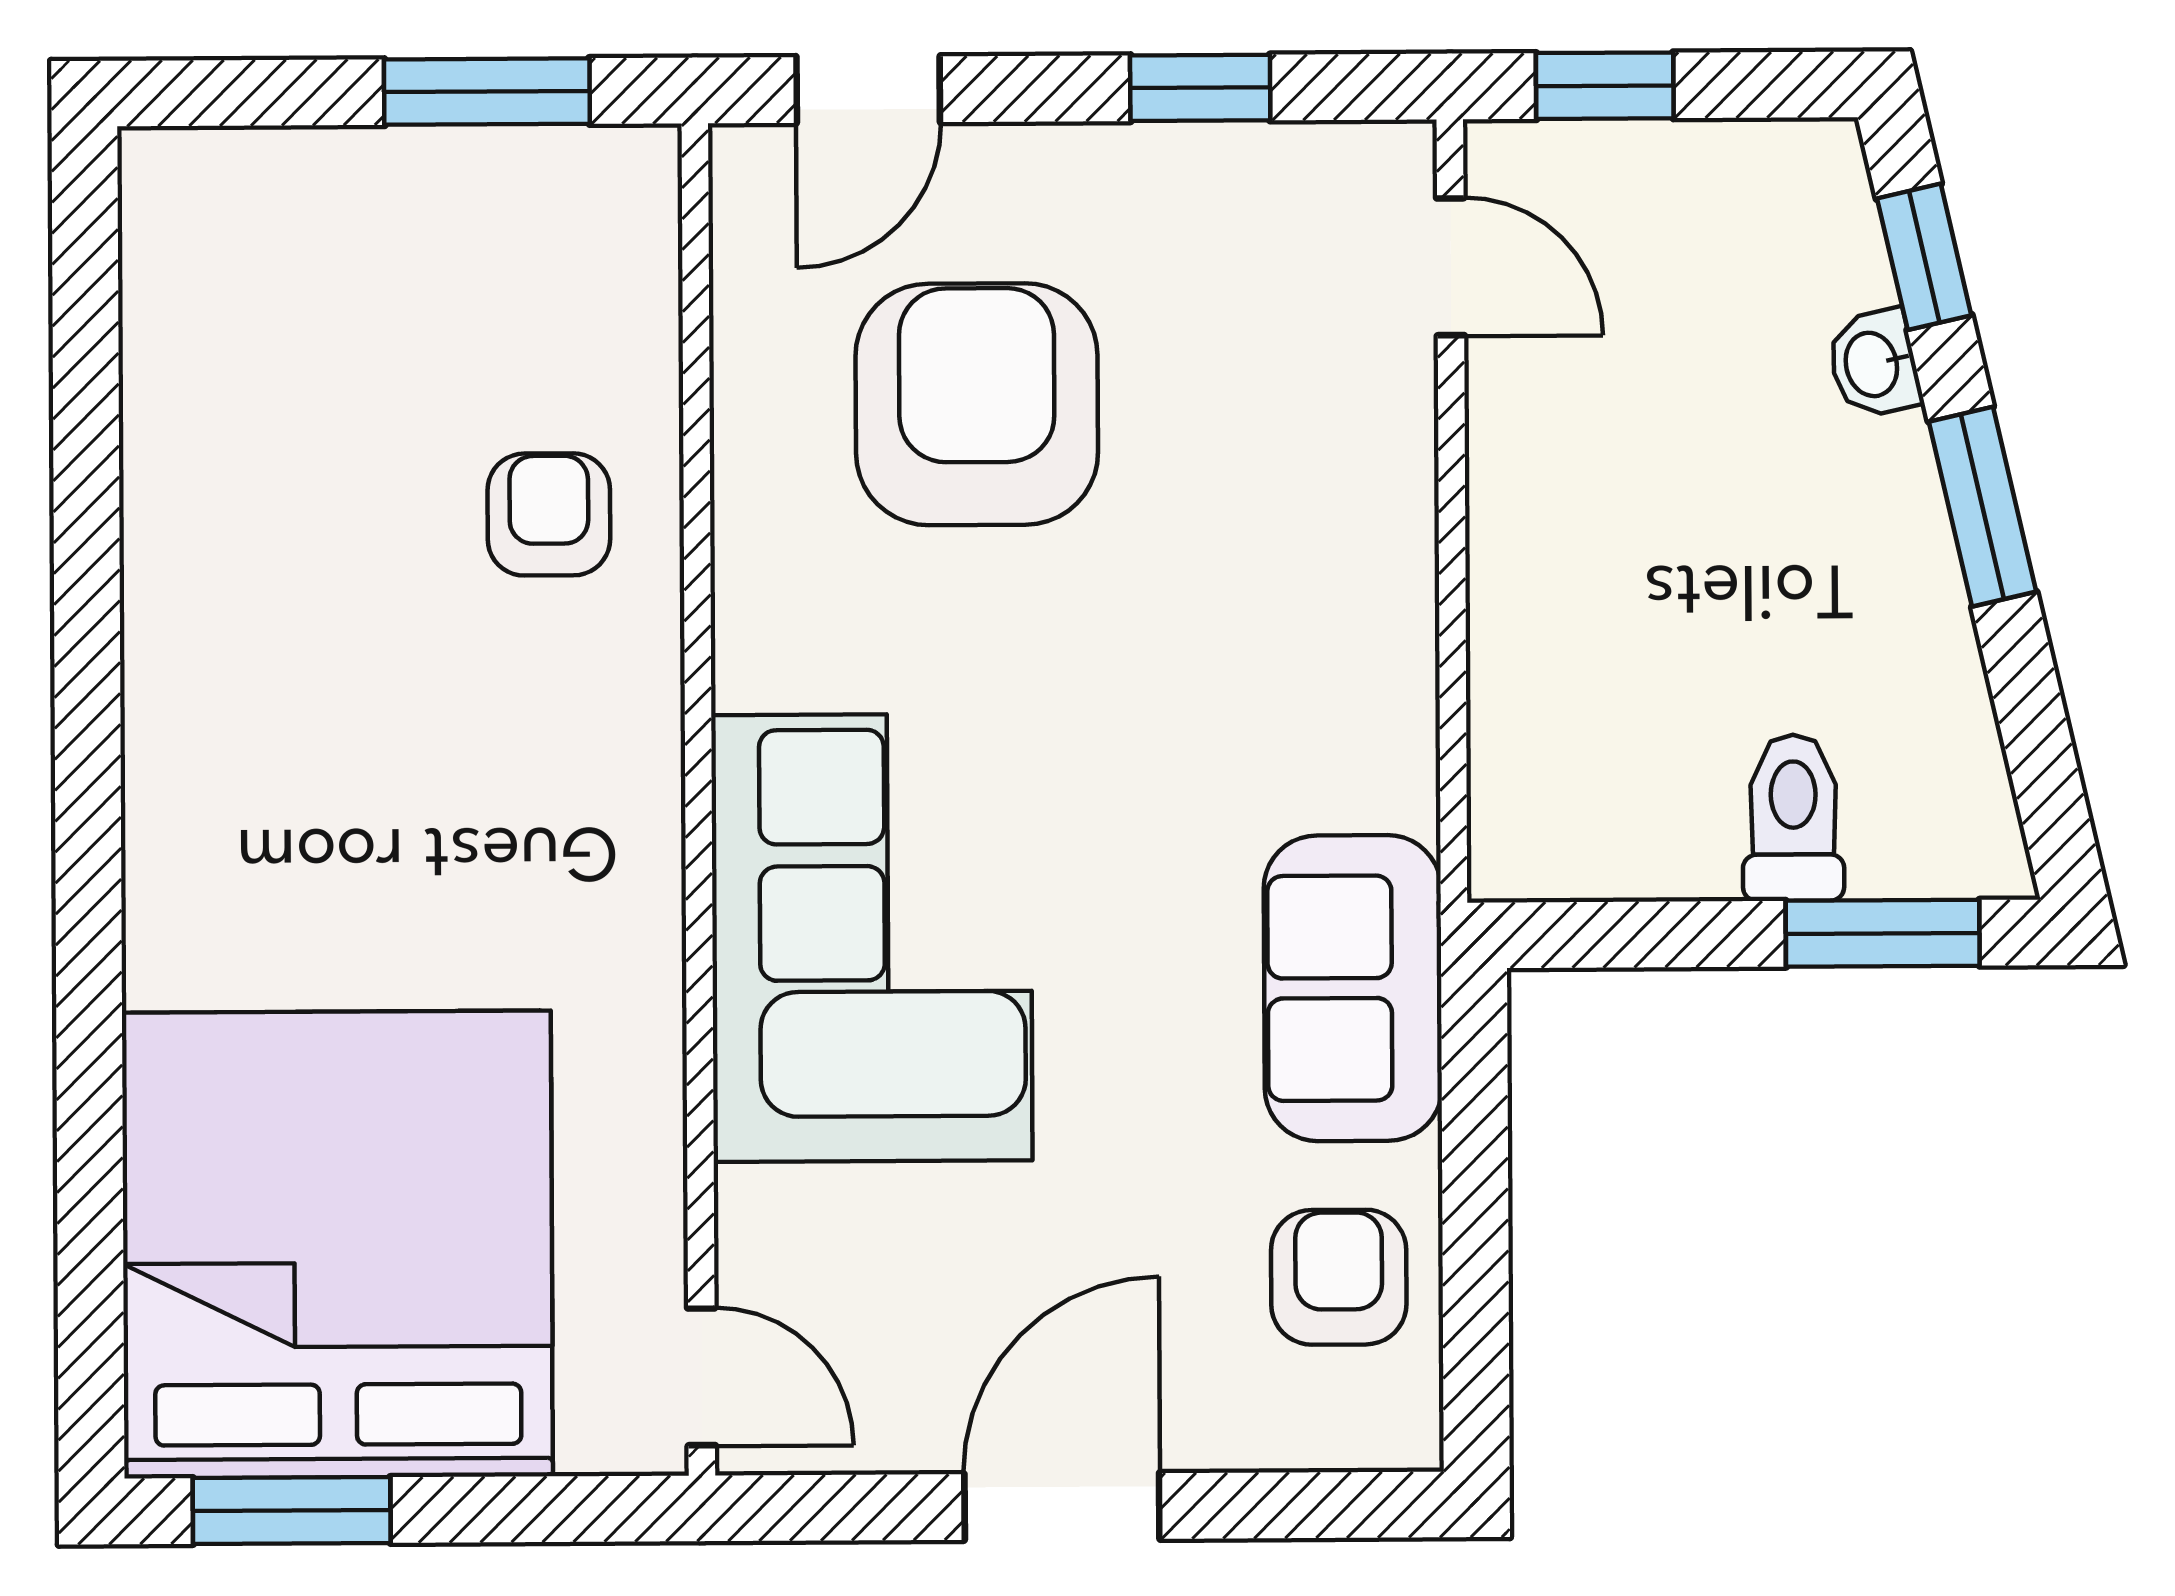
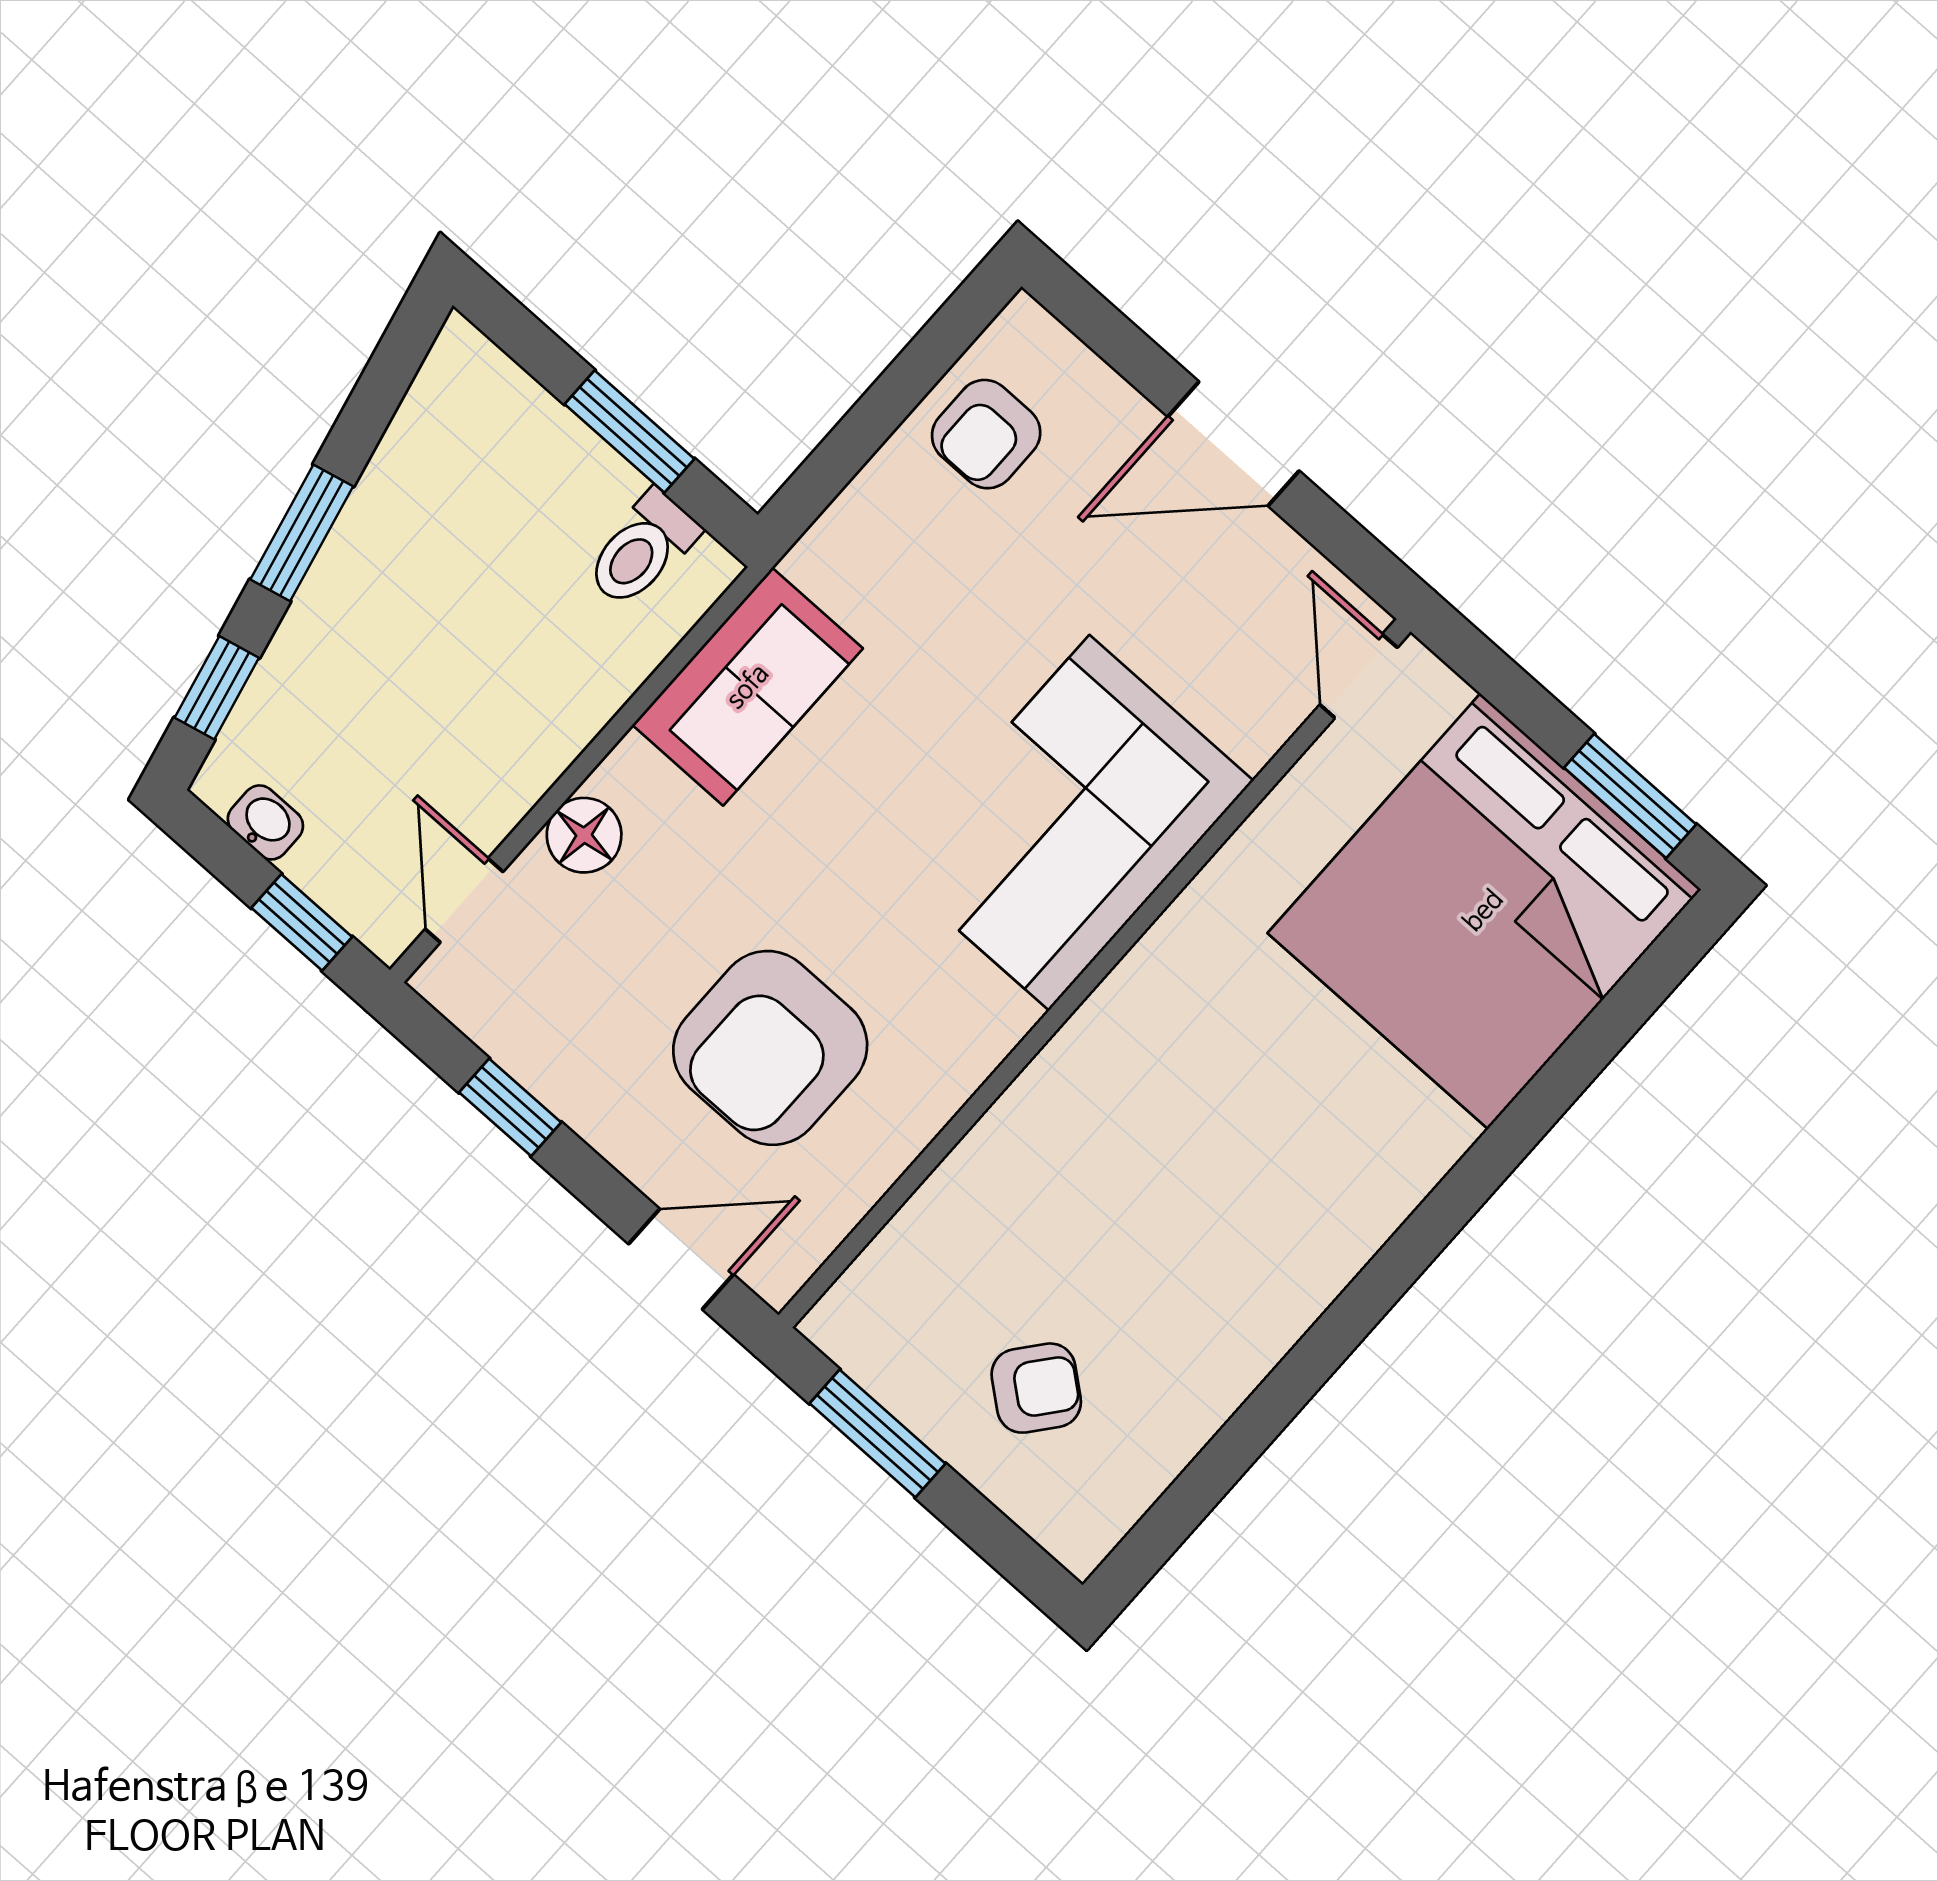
washbasin: (1874, 364) -> (265, 822), moved, turned -77
floor lamp: (1384, 454) -> (584, 835), added
armchair: (549, 514) -> (1036, 1388), moved, turned -141
toilet: (1793, 818) -> (642, 549), moved
window: (1883, 933) -> (630, 432), moved
sofa: (1353, 988) -> (748, 687), moved

